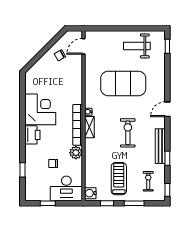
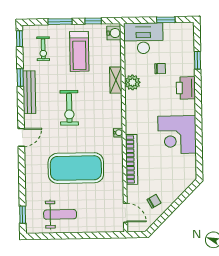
door: (83, 46) -> (125, 213), hinge flipped
bookcase: (78, 125) -> (132, 159), moved
shelving: (89, 127) -> (116, 80), moved
printer: (32, 135) -> (186, 88), moved

